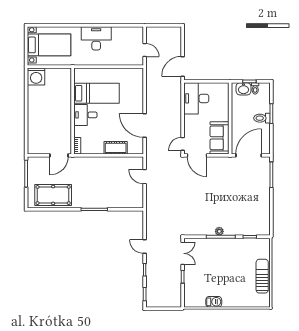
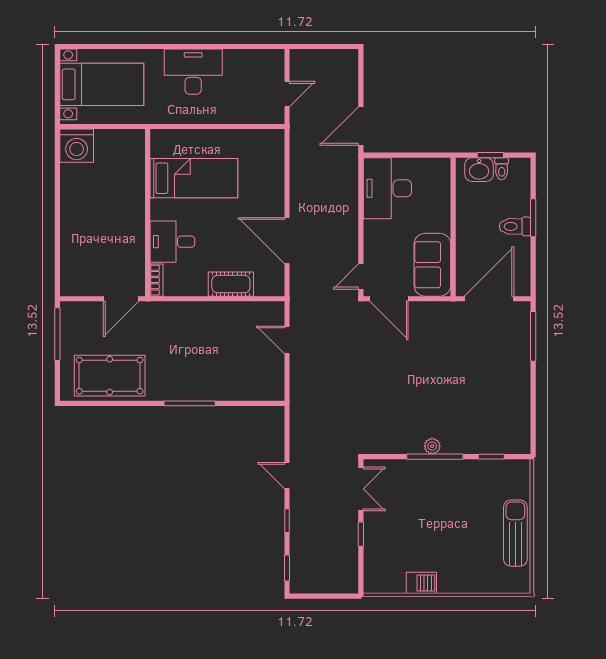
door: (145, 50) -> (287, 94), hinge flipped
desk: (85, 115) -> (172, 242), moved

